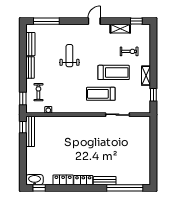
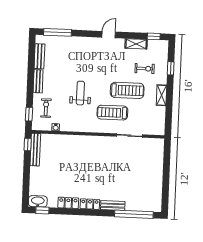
weight bench: (69, 56) -> (80, 93), moved
window: (153, 95) -> (171, 68), moved

